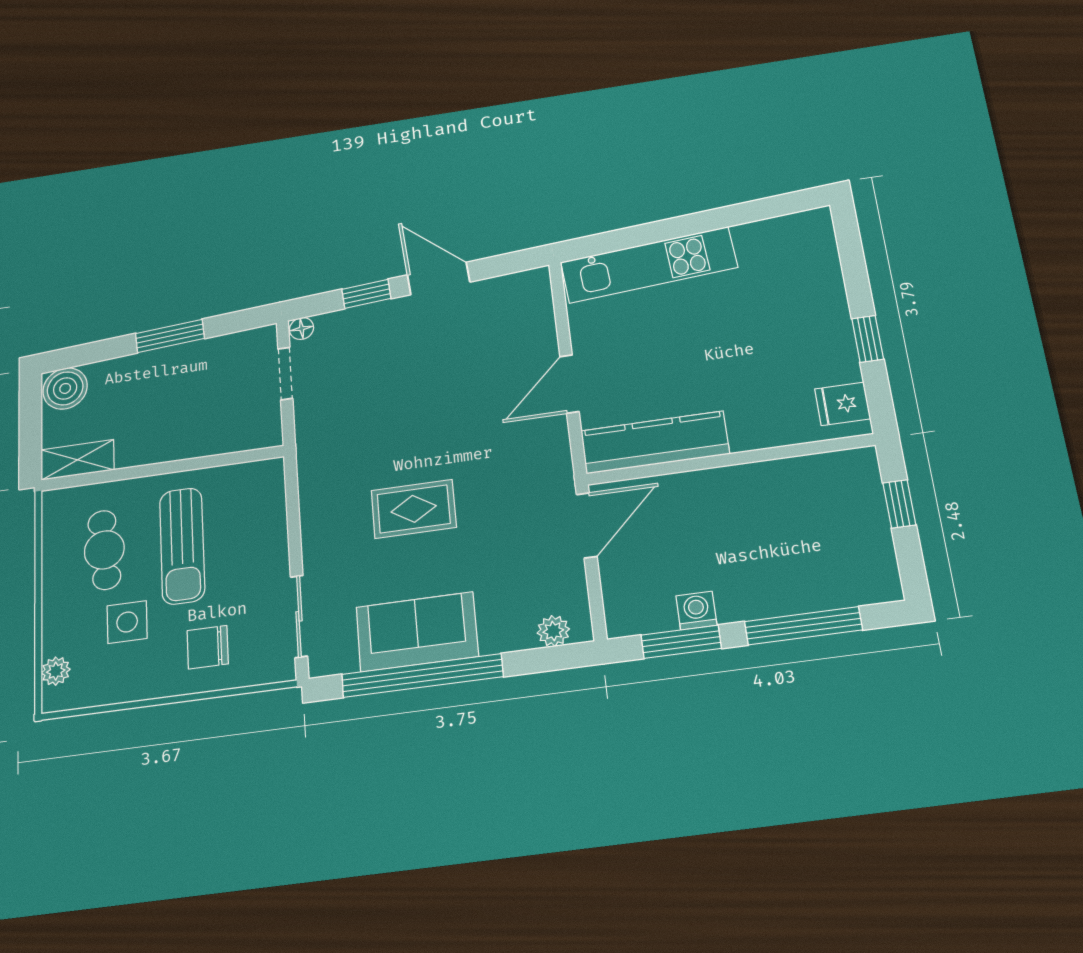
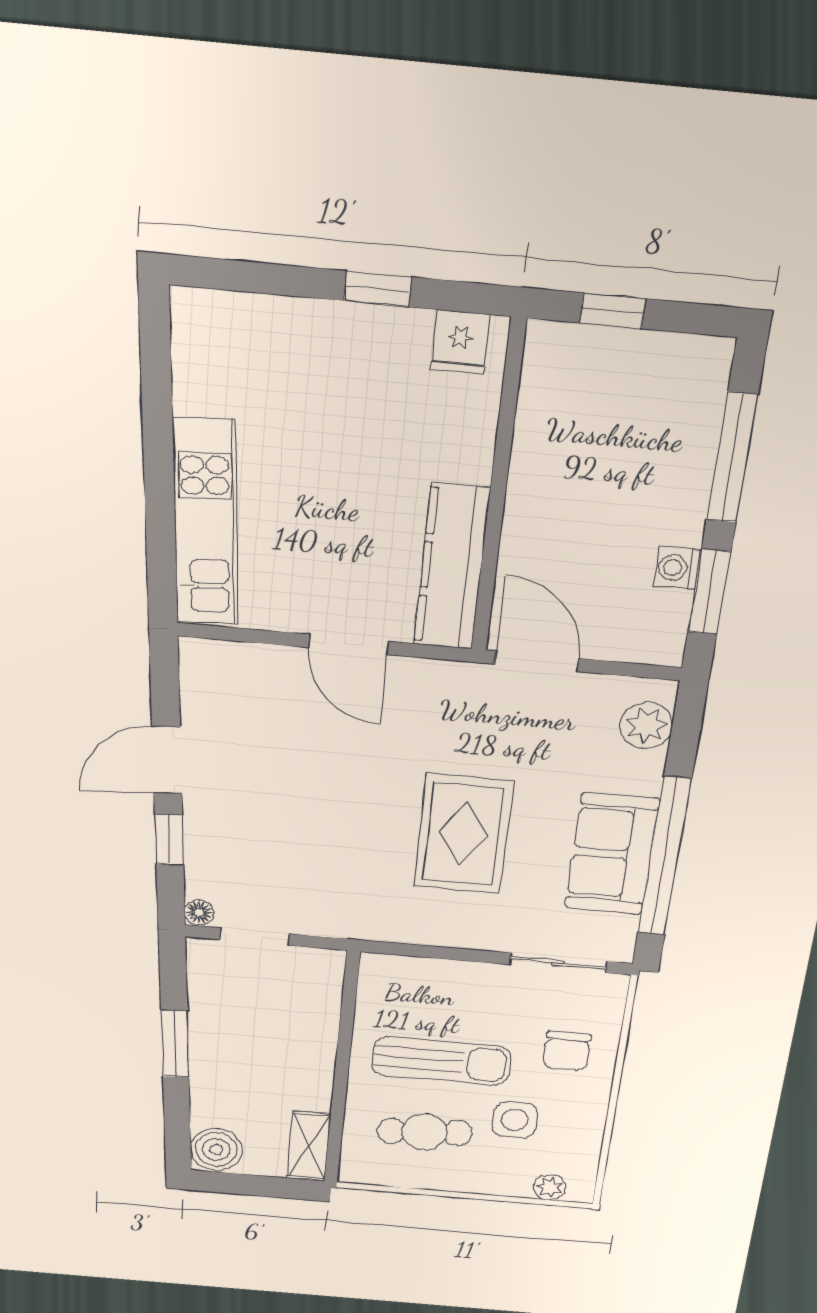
rug: (414, 509) -> (463, 834), width x1.36, depth x1.43
plant: (553, 631) -> (646, 725), width x1.38, depth x1.38

